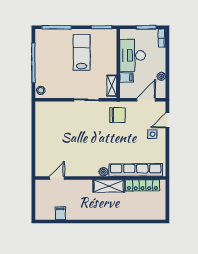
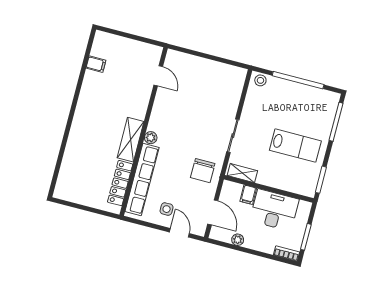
row of seats: (136, 170) -> (142, 179), moved
plant: (103, 172) -> (151, 138), moved
door: (57, 178) -> (158, 76), moved
wall: (100, 178) -> (144, 132), moved
locker: (142, 185) -> (120, 183), moved
shelving: (109, 186) -> (130, 140), moved

